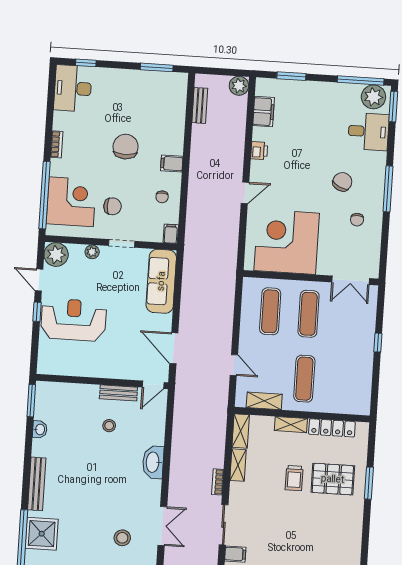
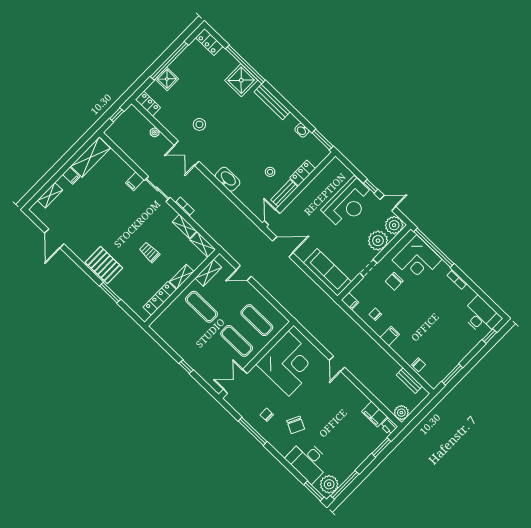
desk: (368, 132) -> (308, 461), width x1.37
chair: (126, 147) -> (419, 365), moved, width x0.54, depth x0.54
printer: (259, 151) -> (389, 426), moved
window: (388, 189) -> (253, 431), moved
plant: (92, 252) -> (378, 241), width x1.88, depth x1.88
locker: (82, 392) -> (303, 173), added
pallet: (333, 479) -> (104, 265), moved, turned 90

